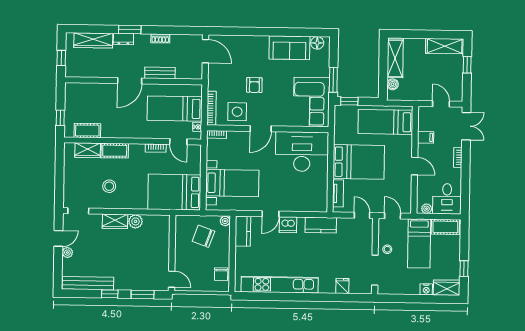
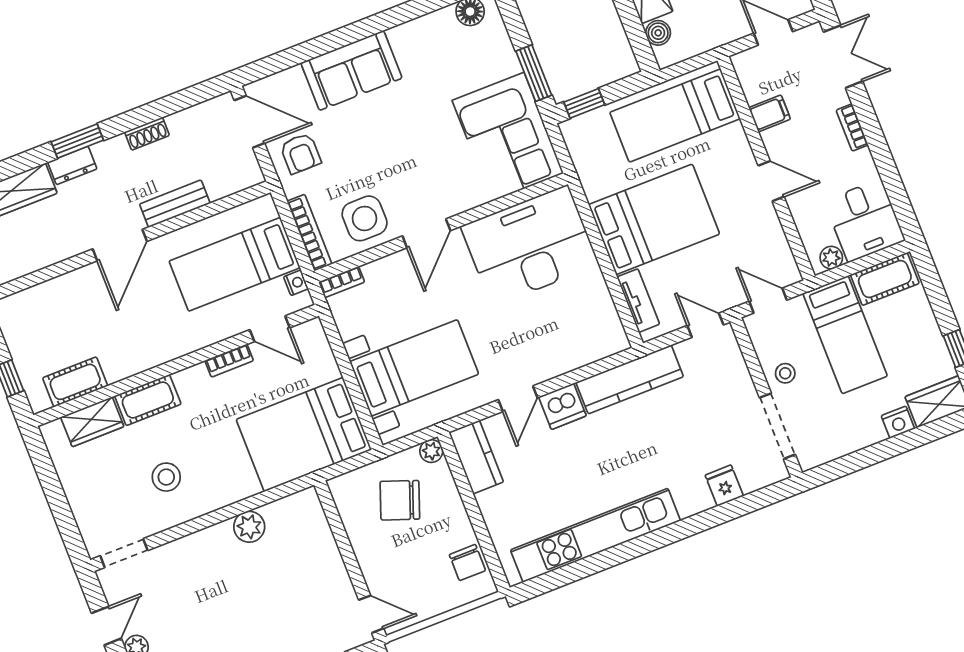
sofa: (289, 48) -> (351, 71), moved
armchair: (254, 85) -> (300, 153), moved
wardrobe: (115, 221) -> (207, 544), removed
kitchen counter: (321, 225) -> (630, 379), width x1.50

